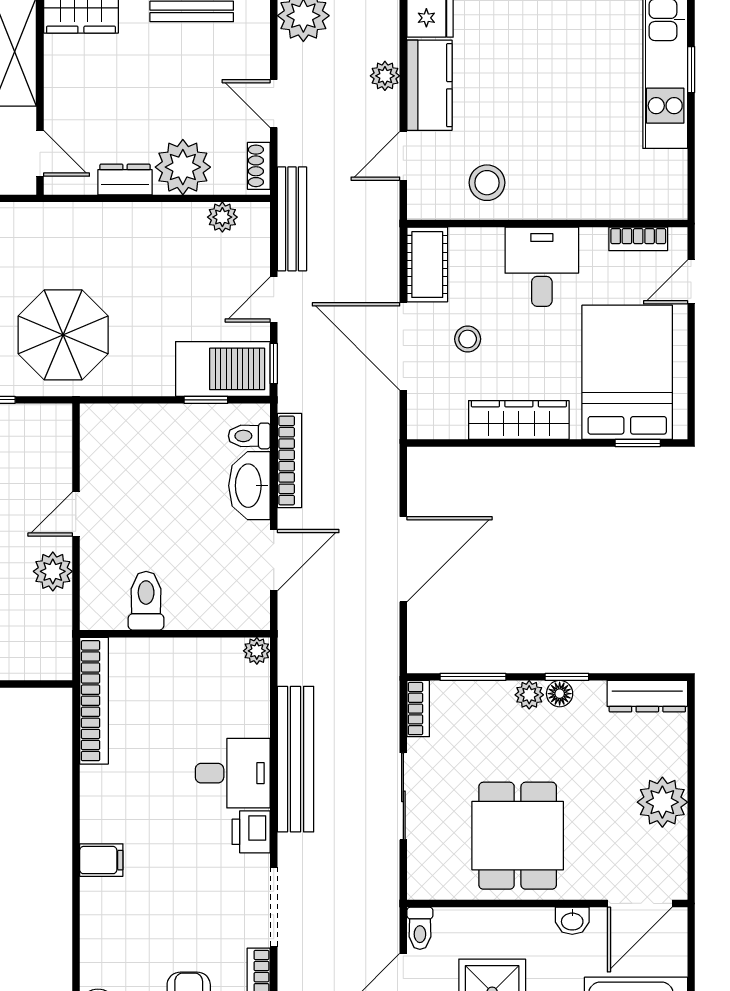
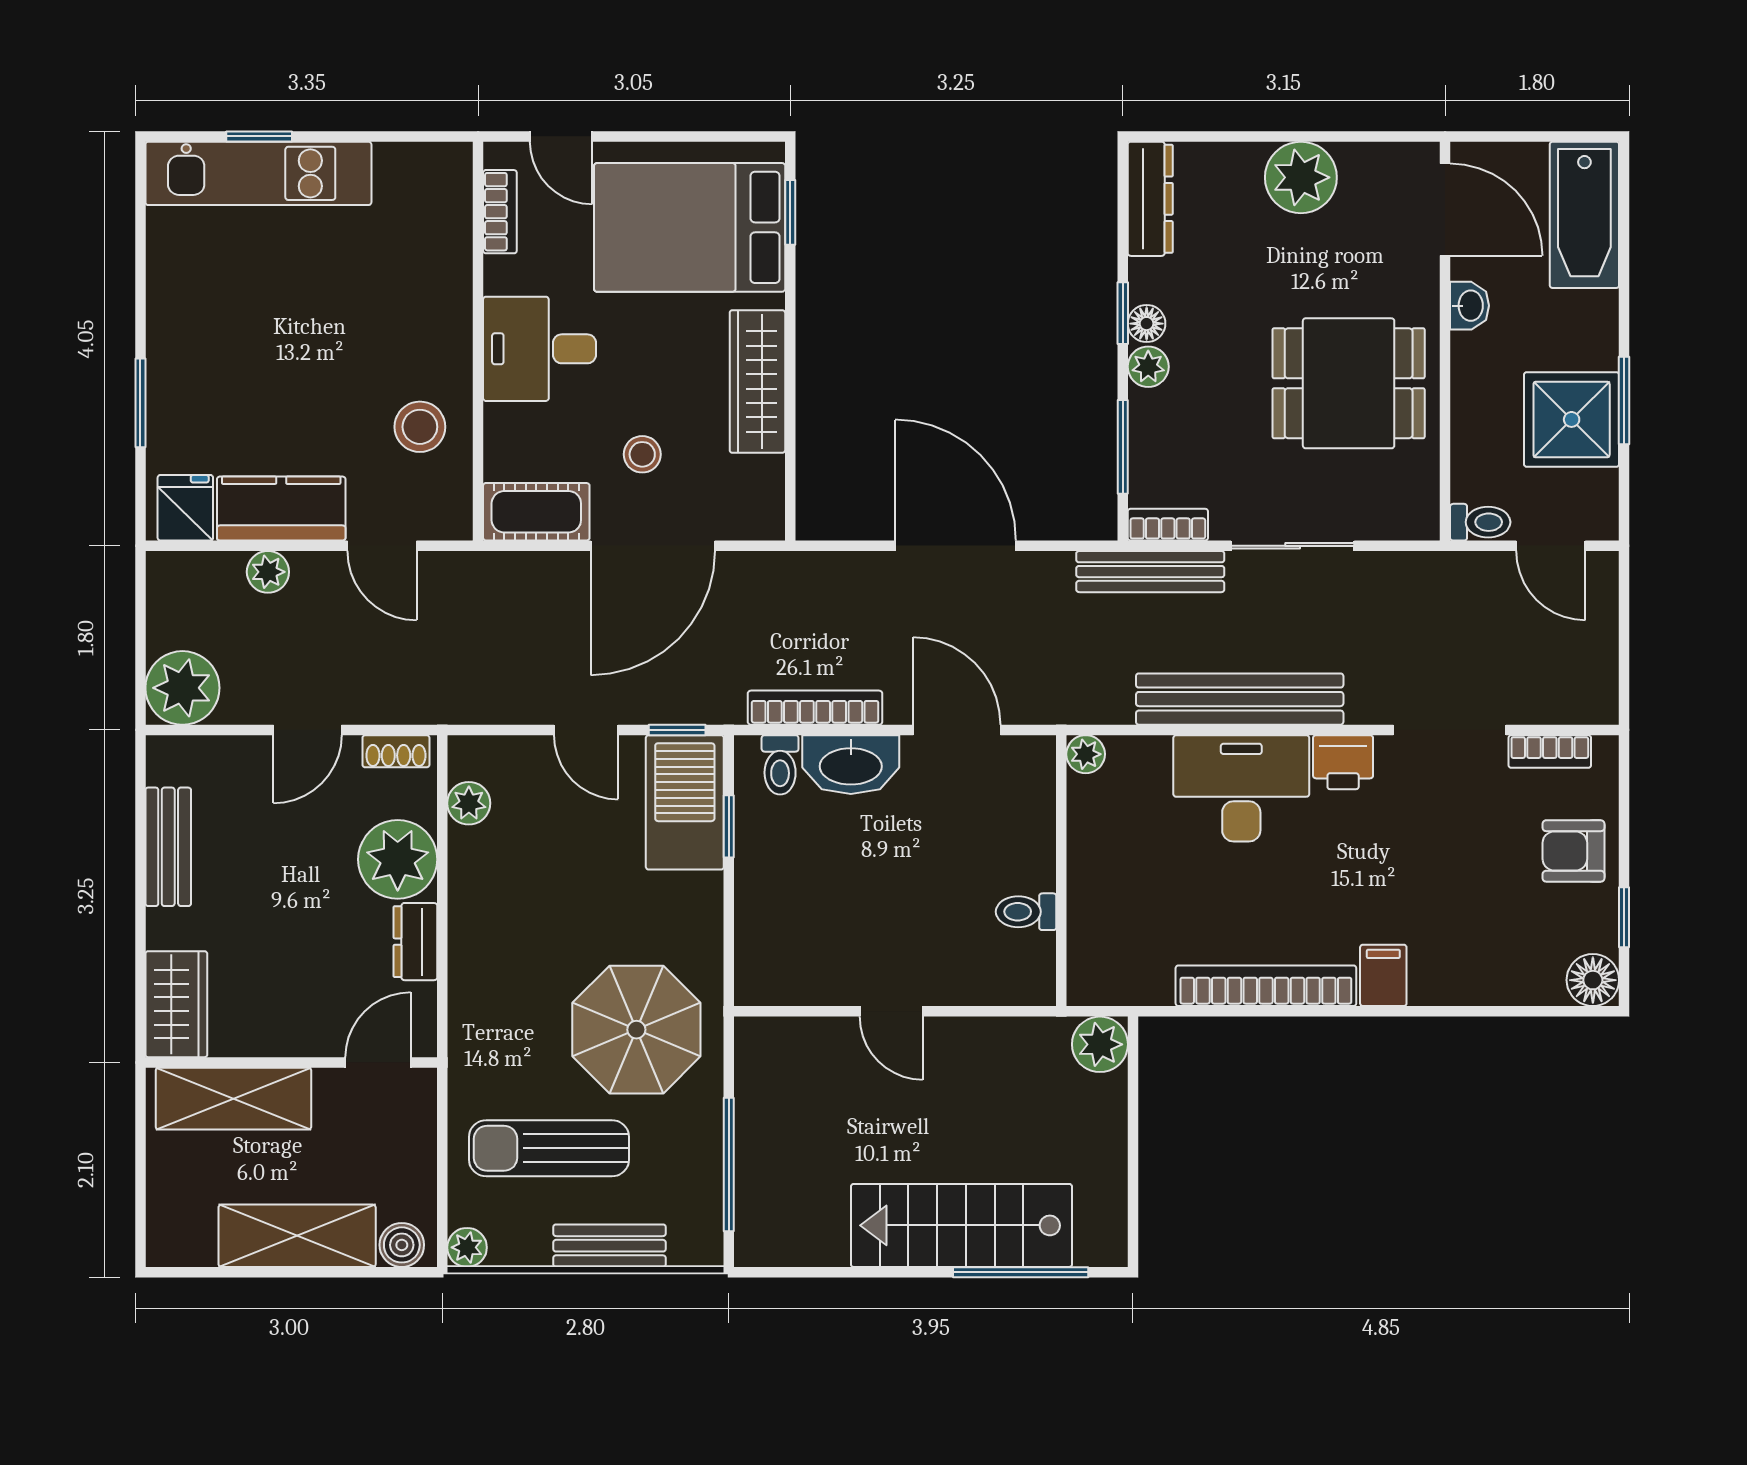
bench: (292, 219) -> (1150, 572), moved
plant: (53, 571) -> (1100, 1044), moved
toilet: (146, 601) -> (1026, 912), width x0.73, depth x0.72
bookcase: (94, 701) -> (1266, 986), moved
desk: (233, 773) -> (1241, 788), width x1.37

